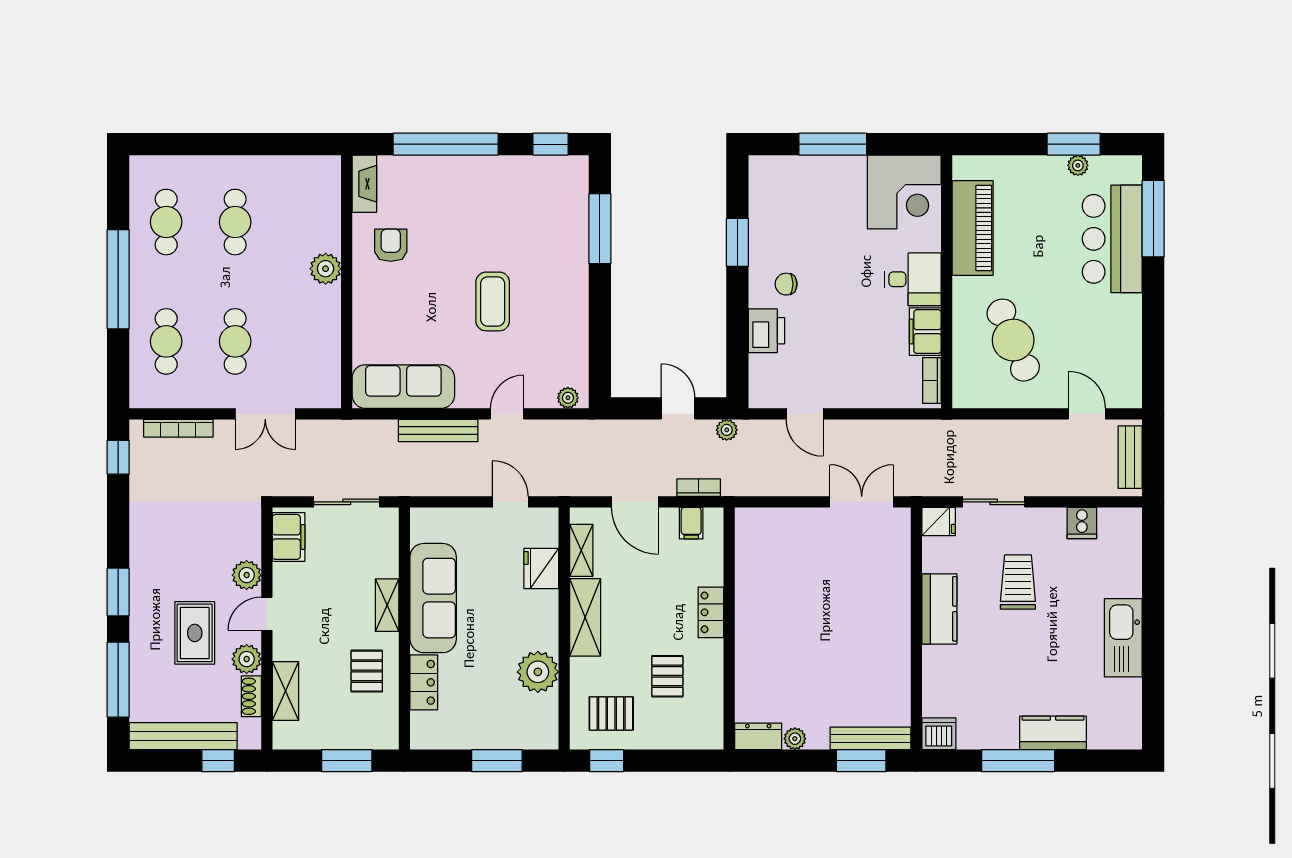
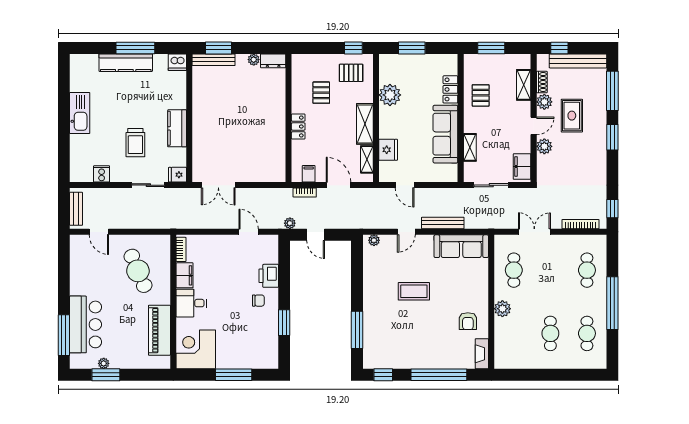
coffee table: (493, 301) -> (414, 291), turned 90
cafe table: (235, 341) -> (514, 270), moved
shelving: (387, 605) -> (470, 147), moved
kitchen counter: (1053, 733) -> (126, 63), width x1.50

